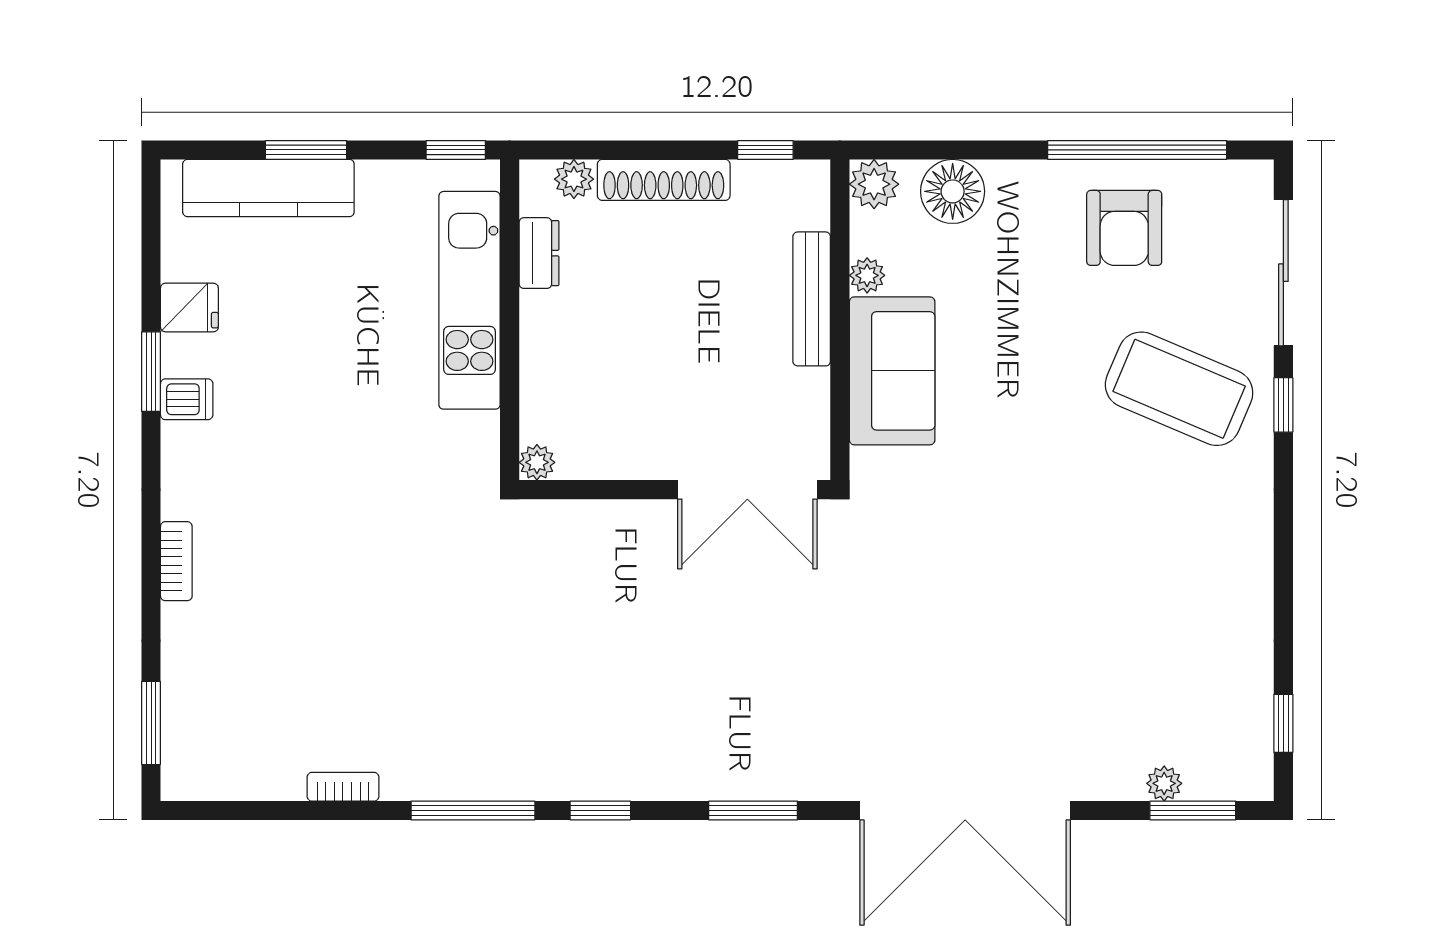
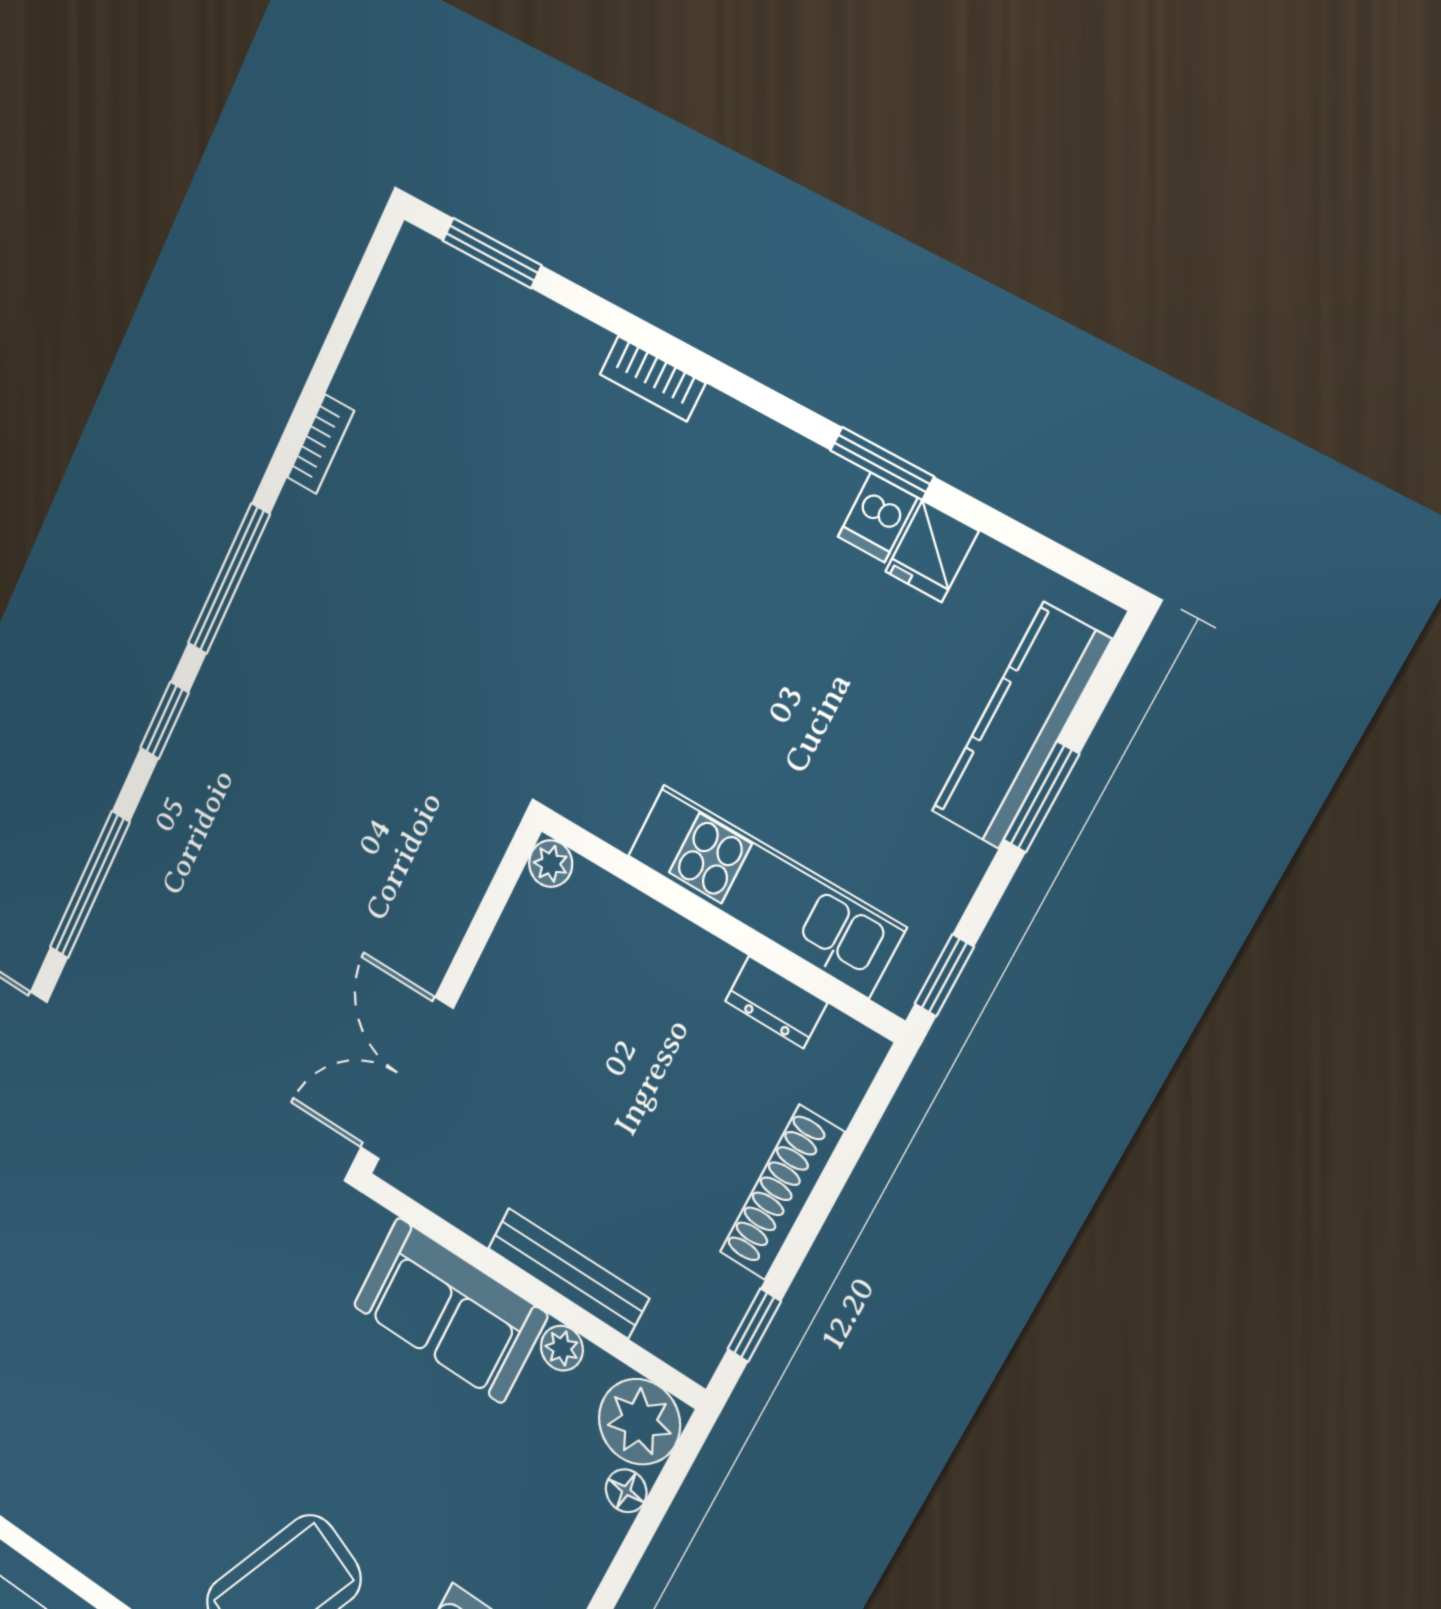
plant: (574, 179) -> (837, 1092), removed
plant: (874, 184) -> (639, 1422), width x1.36, depth x1.36
floor lamp: (953, 191) -> (626, 1491), width x0.53, depth x0.53
dishwasher: (187, 399) -> (878, 517), moved
window: (753, 811) -> (90, 885), width x1.44

